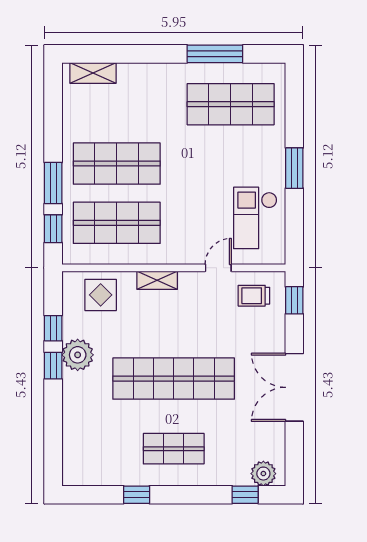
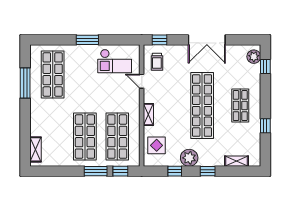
window: (53, 366) -> (208, 171), moved
shelving: (72, 442) -> (237, 161), added

